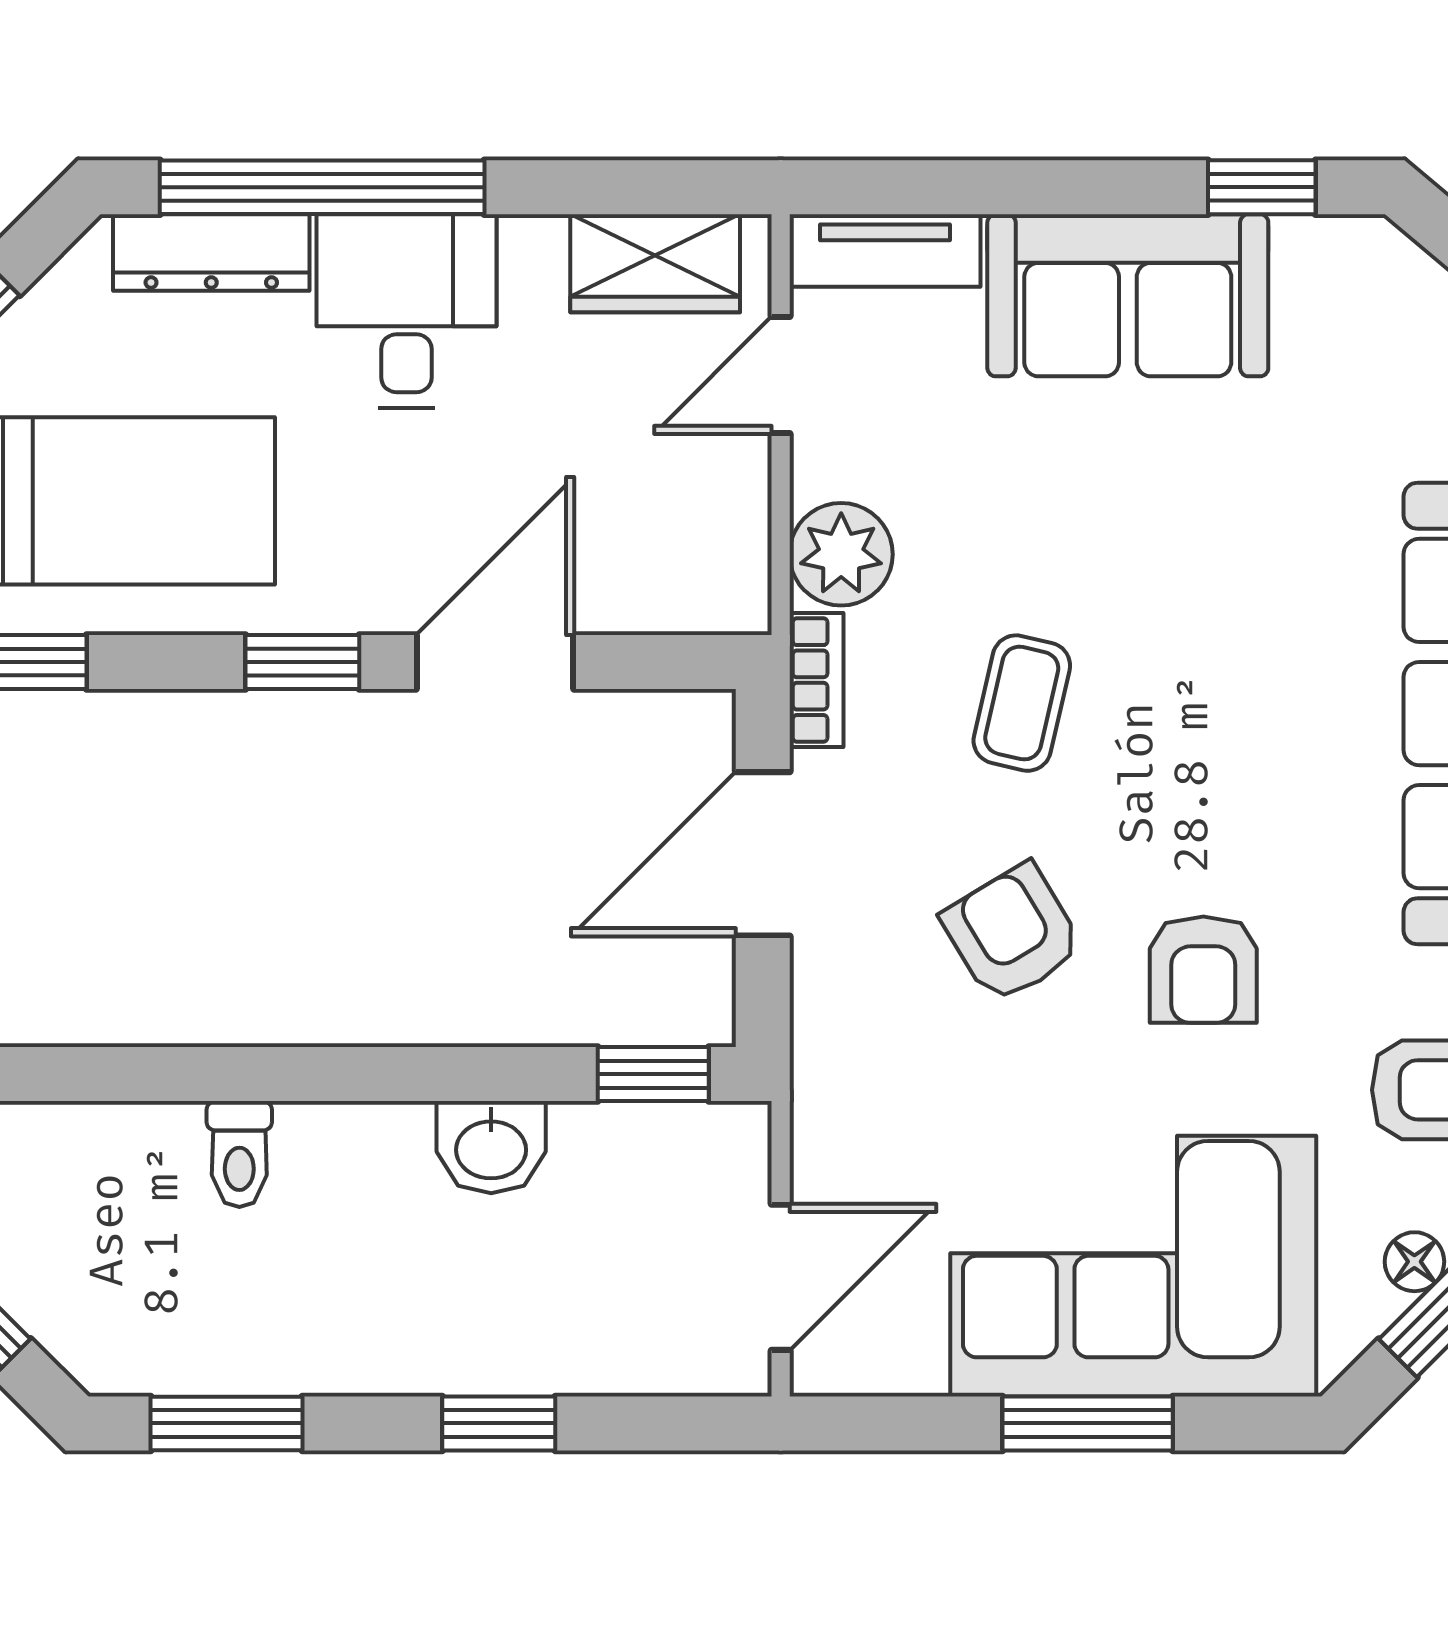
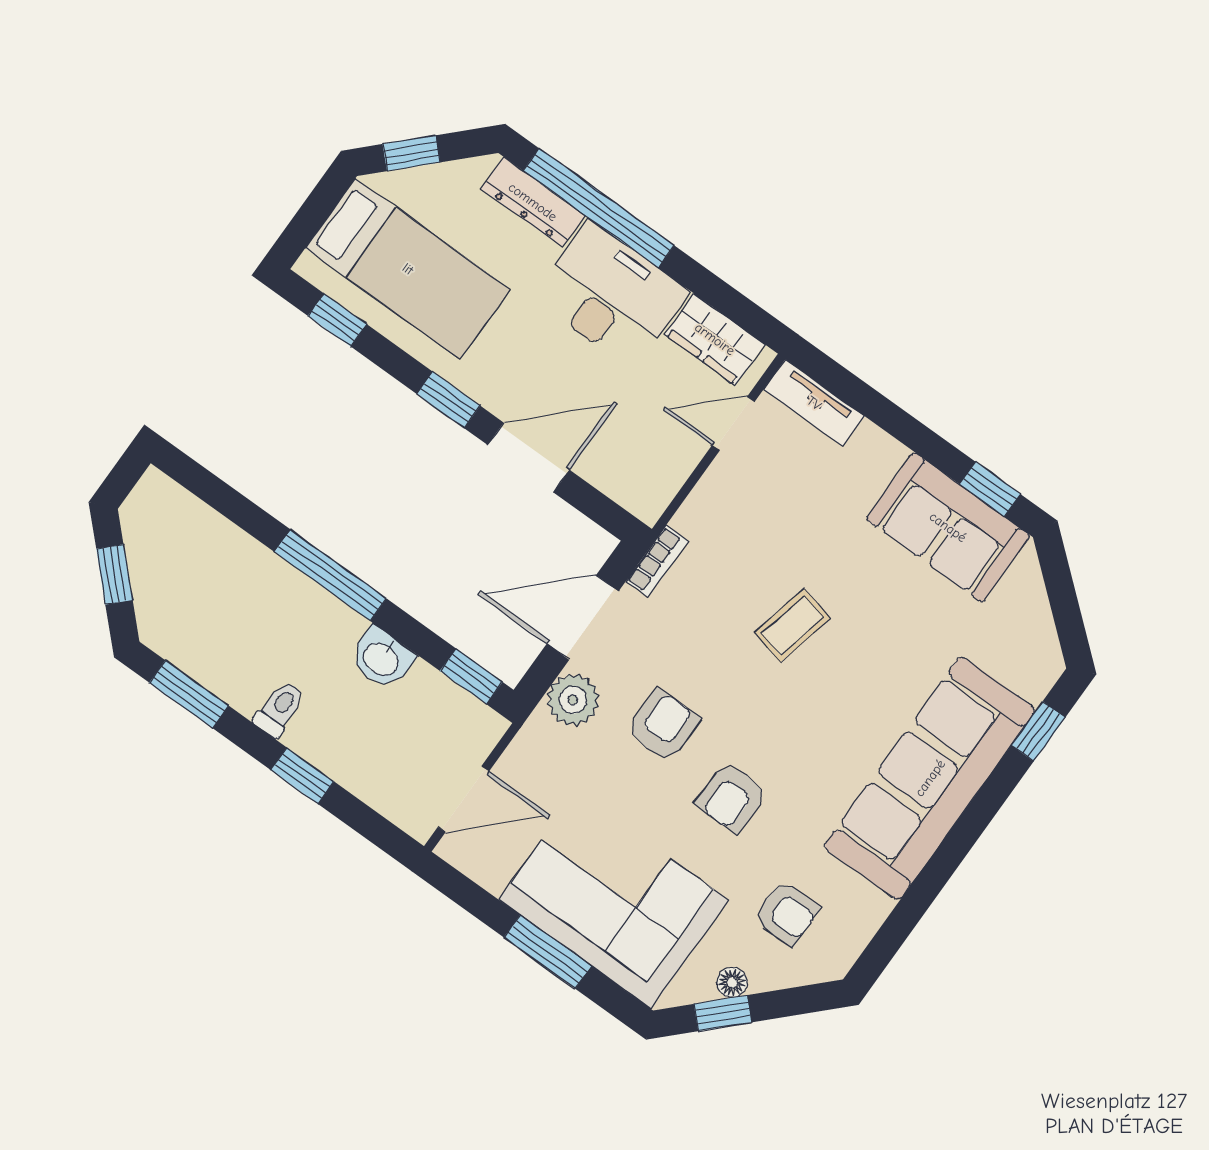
sofa: (1128, 295) -> (948, 527), moved
desk: (406, 311) -> (611, 295), width x1.37
plant: (841, 554) -> (573, 700), moved
coffee table: (1022, 703) -> (792, 625), moved
armchair: (1012, 933) -> (663, 725), turned 31
window: (315, 1074) -> (330, 575), added
toilet: (239, 1154) -> (279, 709), moved, turned 180

